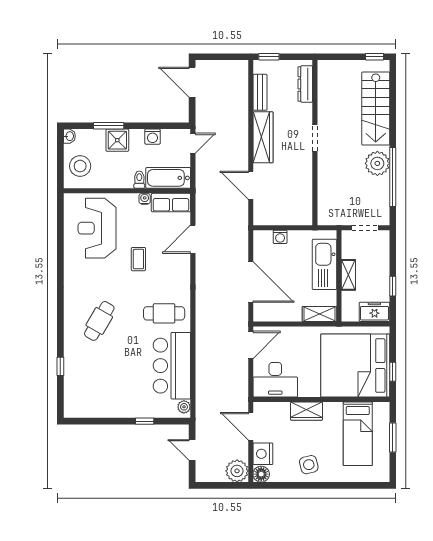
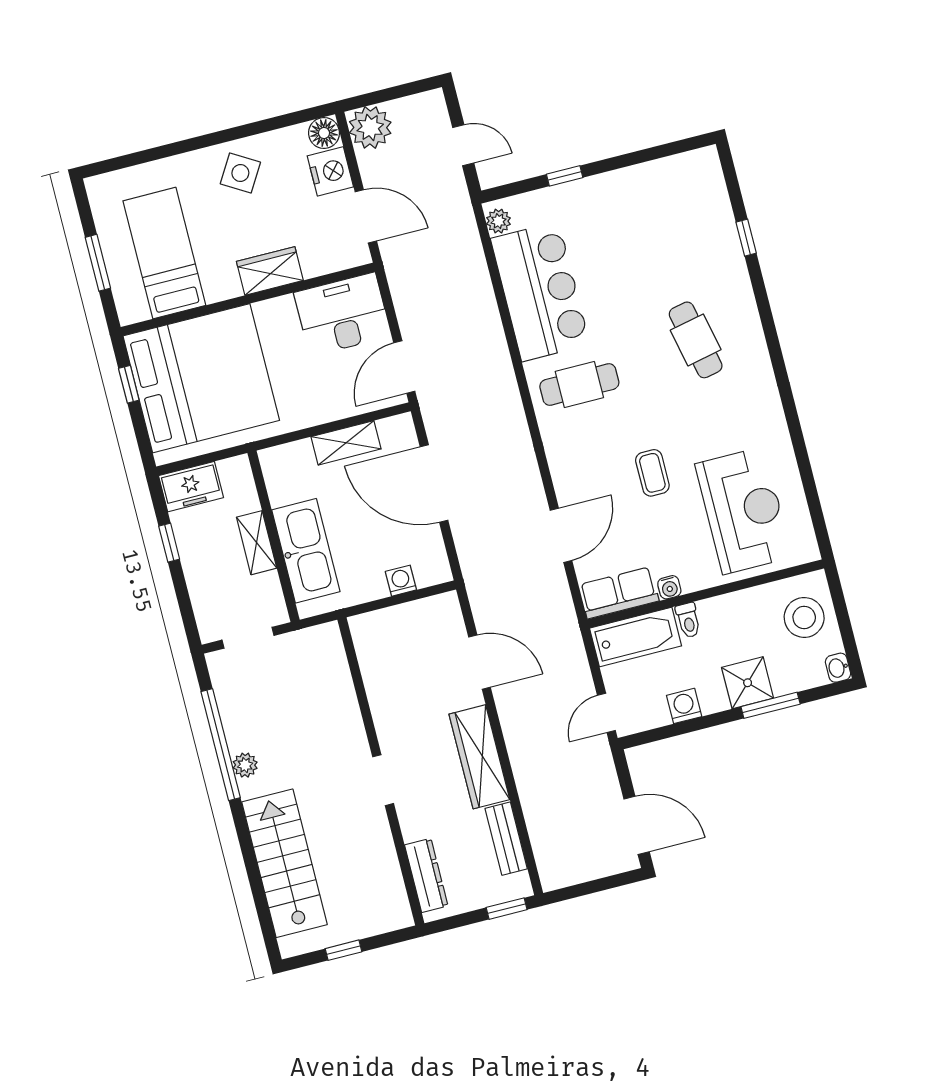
window: (375, 57) -> (344, 950), moved
plant: (377, 163) -> (245, 765), width x0.53, depth x0.53
shelving: (320, 314) -> (346, 443), moved
cafe table: (99, 321) -> (696, 340), turned -42
side table: (309, 465) -> (240, 173), turned 45

